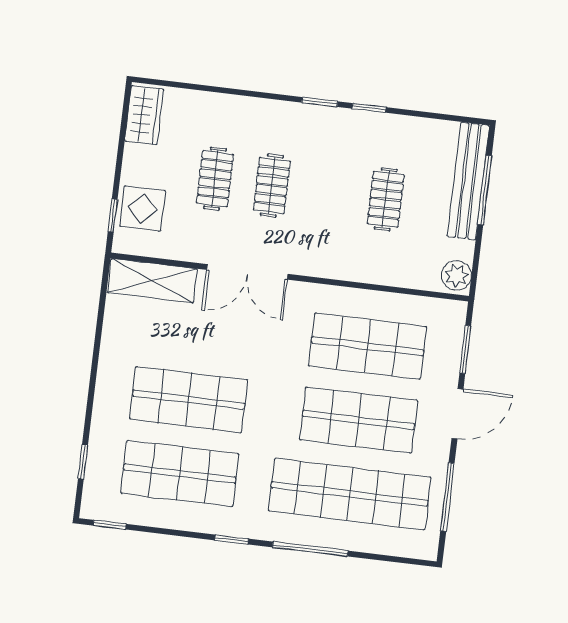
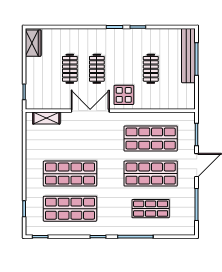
display table: (143, 208) -> (124, 95), moved
double door: (247, 272) -> (90, 111), swing flipped
plant: (456, 276) -> (188, 100), removed
shelving: (152, 281) -> (46, 118), width x0.67, depth x0.75
shop shelf: (350, 494) -> (151, 209), width x0.50, depth x0.74

